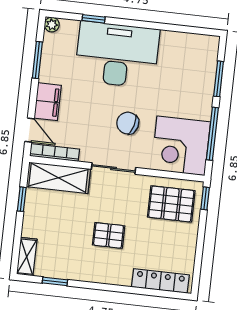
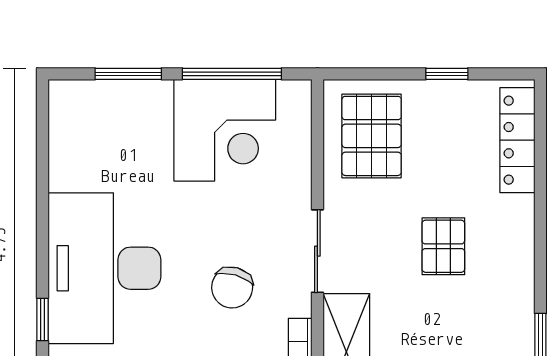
chair: (128, 123) -> (232, 288), moved
corner desk: (181, 146) -> (225, 130), moved
window: (205, 198) -> (447, 74), moved

